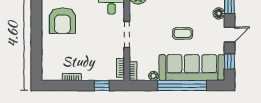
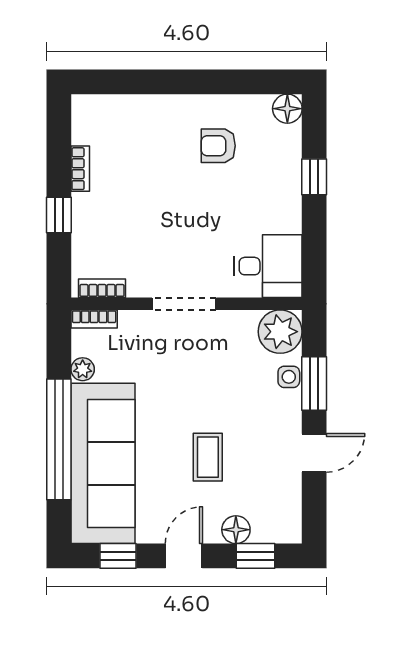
armchair: (62, 21) -> (218, 146), width x0.53, depth x0.53
coffee table: (183, 33) -> (208, 457), moved
door: (229, 35) -> (184, 556), swing flipped
window: (102, 85) -> (59, 215), moved

